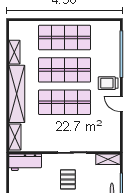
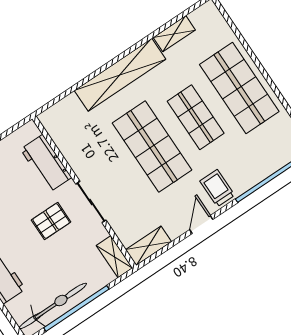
shop shelf: (64, 70) -> (196, 117), width x0.70, depth x0.74
shelving: (15, 137) -> (149, 246), moved
workbench: (25, 162) -> (46, 163), moved

